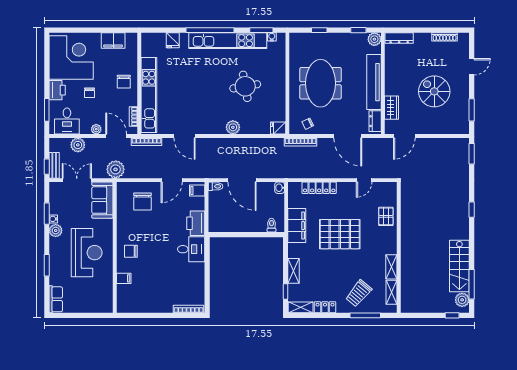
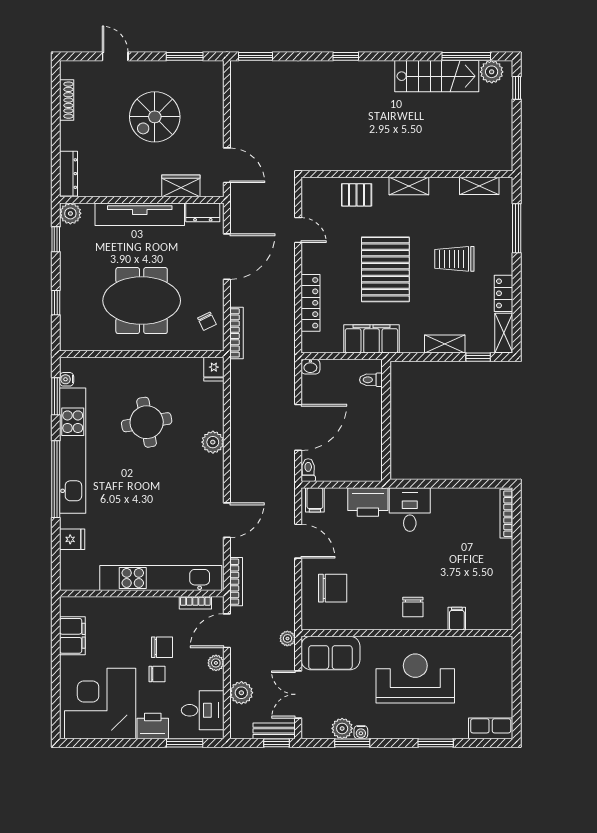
chair: (124, 82) -> (162, 647), moved
plant: (116, 169) -> (287, 638), width x0.53, depth x0.53
plant: (56, 230) -> (342, 728), moved
shelving: (391, 267) -> (409, 186), moved
trolley: (359, 293) -> (454, 259), moved, turned 140

